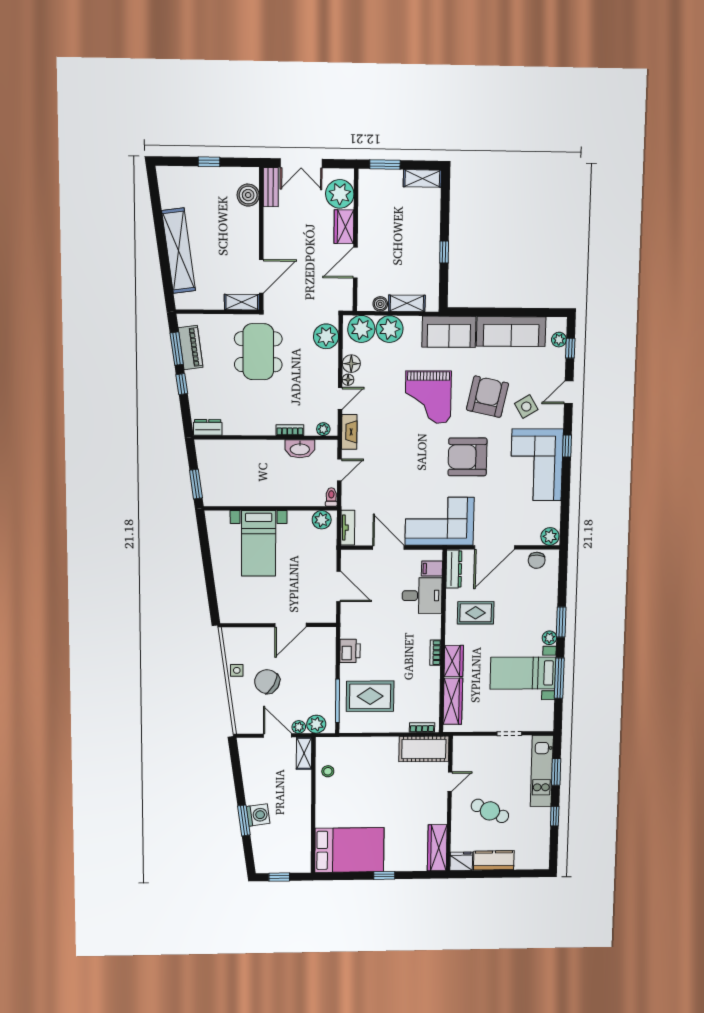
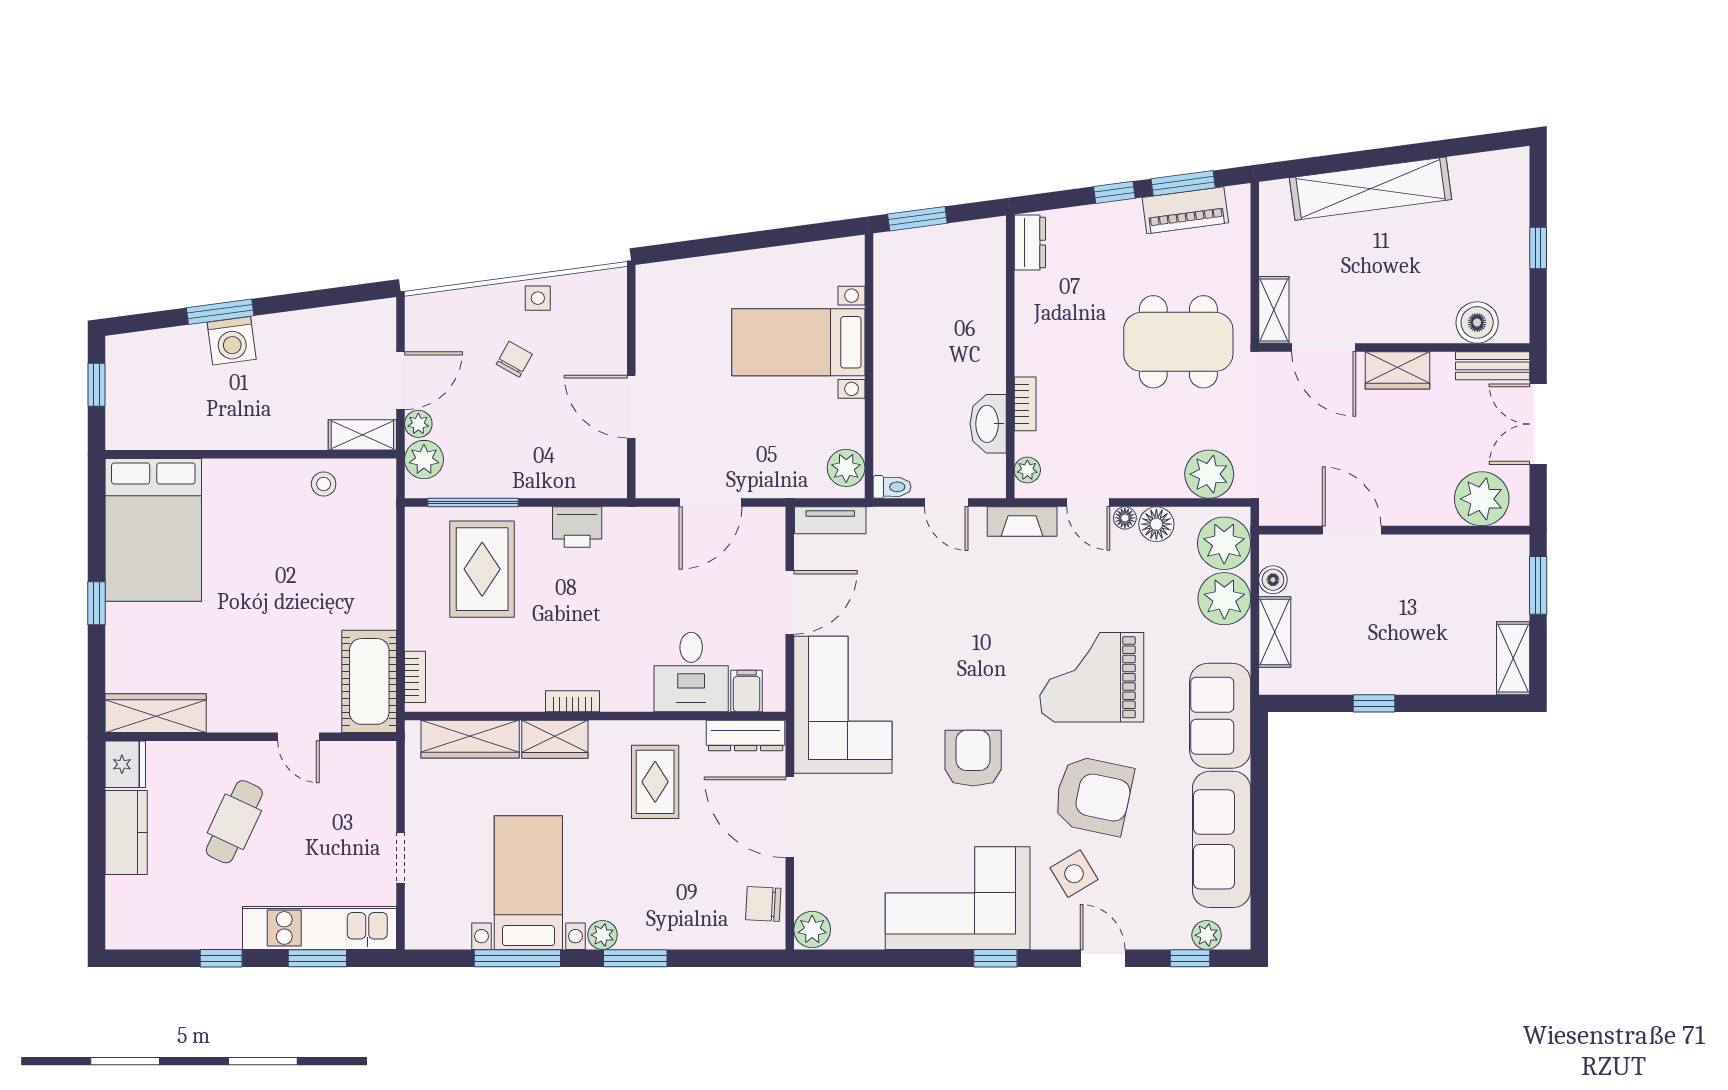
wardrobe: (344, 227) -> (1398, 370), moved, turned 180
armchair: (467, 457) -> (973, 758), width x0.73, depth x0.73
chair: (267, 682) -> (514, 359), width x0.54, depth x0.54

